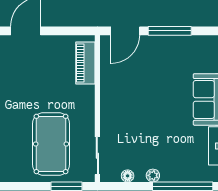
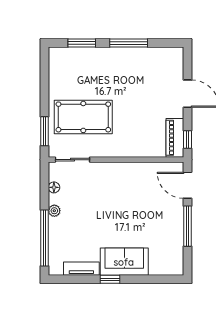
window: (75, 31) -> (187, 139), added
piano: (85, 63) -> (175, 138), moved, turned -90

